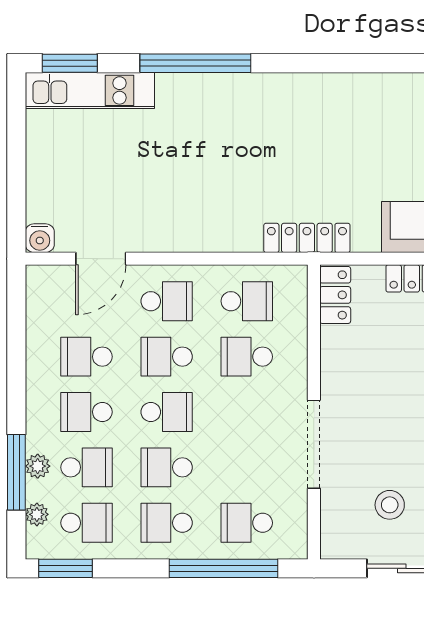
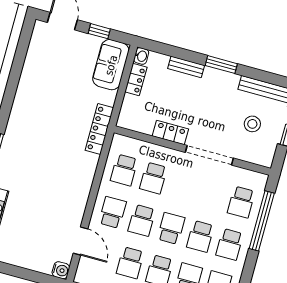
locker: (335, 295) -> (170, 132), moved
school desk: (247, 301) -> (124, 170), turned 180

